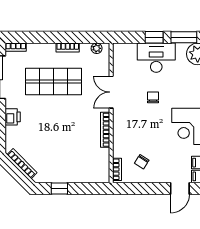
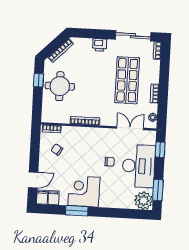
window: (154, 37) -> (160, 150), moved
desk: (156, 58) -> (139, 166), width x1.36, depth x1.30
double door: (111, 92) -> (130, 128), moved
round table: (65, 162) -> (60, 86), added
door: (180, 188) -> (33, 180), swing flipped

